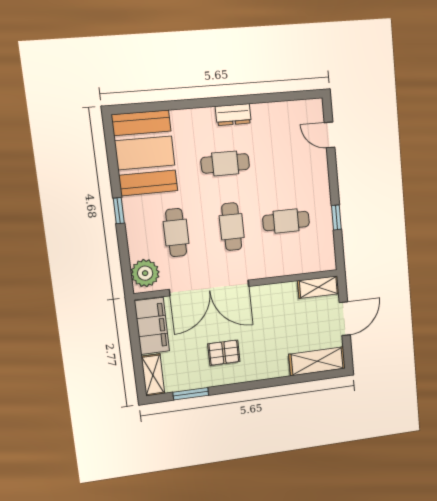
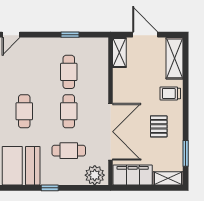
cafe table: (232, 227) -> (69, 111), turned 90
trolley: (270, 362) -> (170, 93), added

